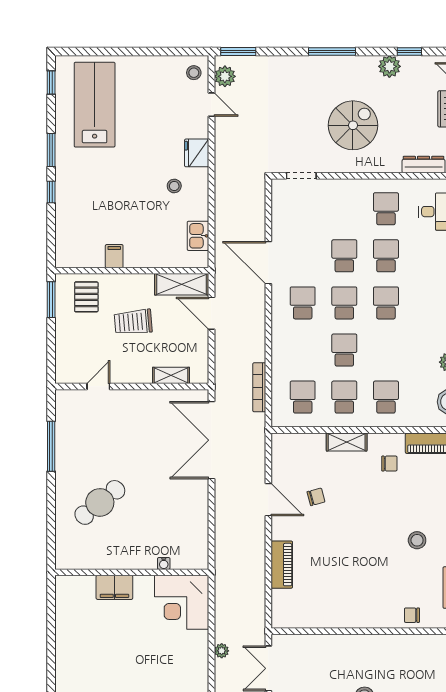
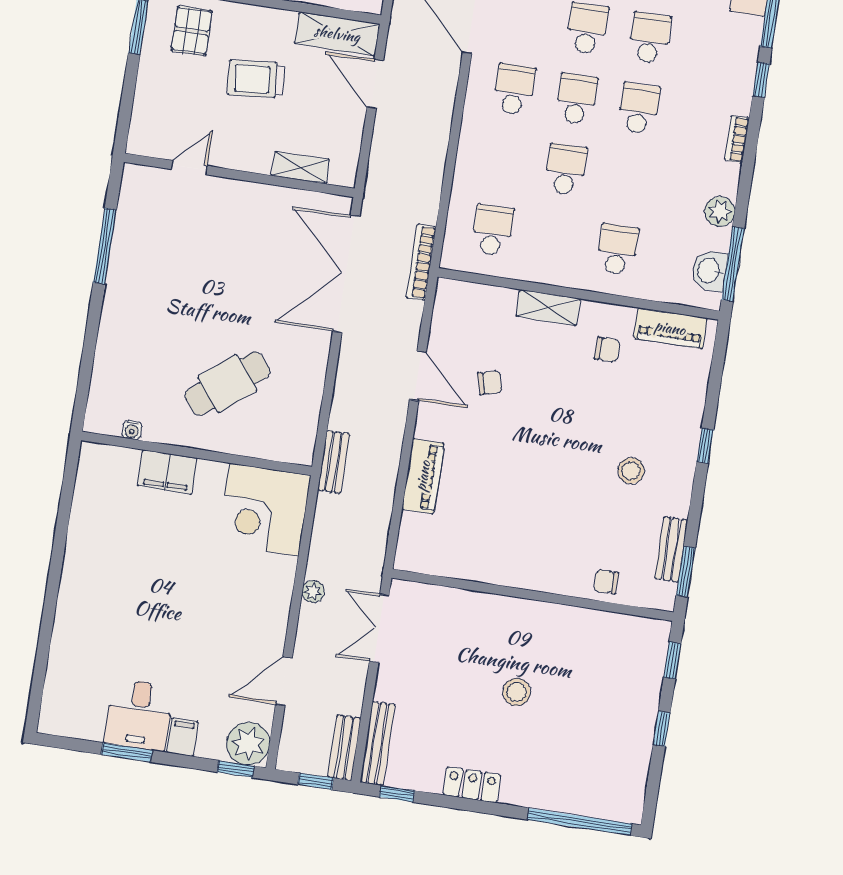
bookcase: (259, 387) -> (421, 262), moved
school desk: (344, 397) -> (555, 240), removed
cafe table: (100, 502) -> (227, 384), moved
water cooler: (164, 563) -> (132, 430), moved
bench: (222, 564) -> (333, 462), added

